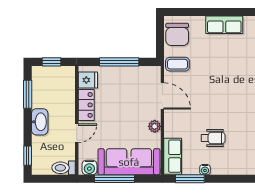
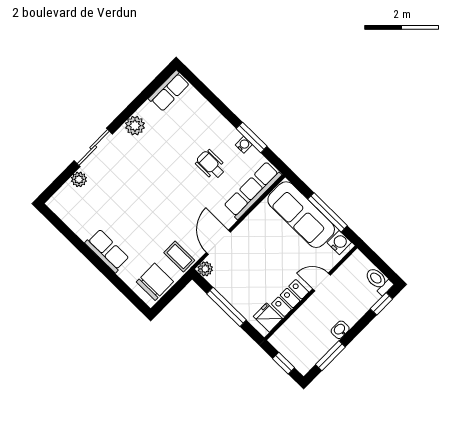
washbasin: (40, 122) -> (340, 330), width x0.52, depth x0.69
plant: (155, 126) -> (205, 269), moved
row of seats: (173, 156) -> (253, 190), width x1.48
toilet: (64, 168) -> (379, 281), moved, turned 180
window: (190, 179) -> (252, 137), moved

